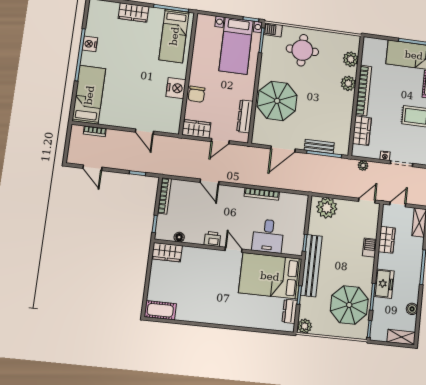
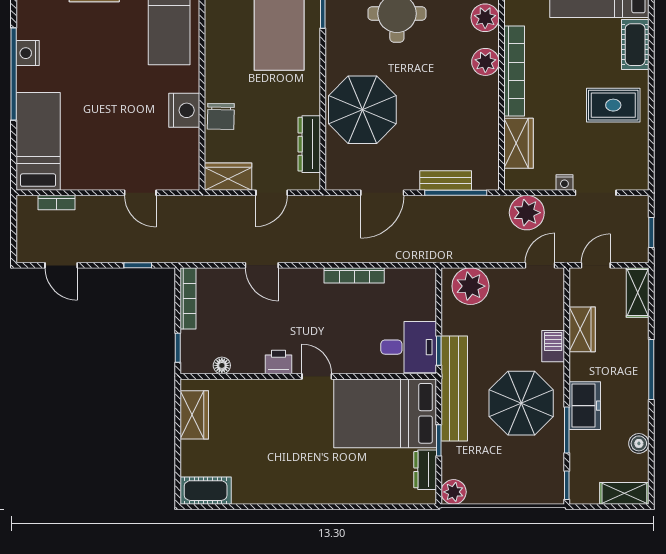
plant: (363, 165) -> (527, 213), width x1.87, depth x1.87
desk: (268, 236) -> (409, 347), moved, turned -90
wardrobe: (167, 252) -> (194, 415), moved, turned -90
parasol: (349, 305) -> (521, 403), moved

